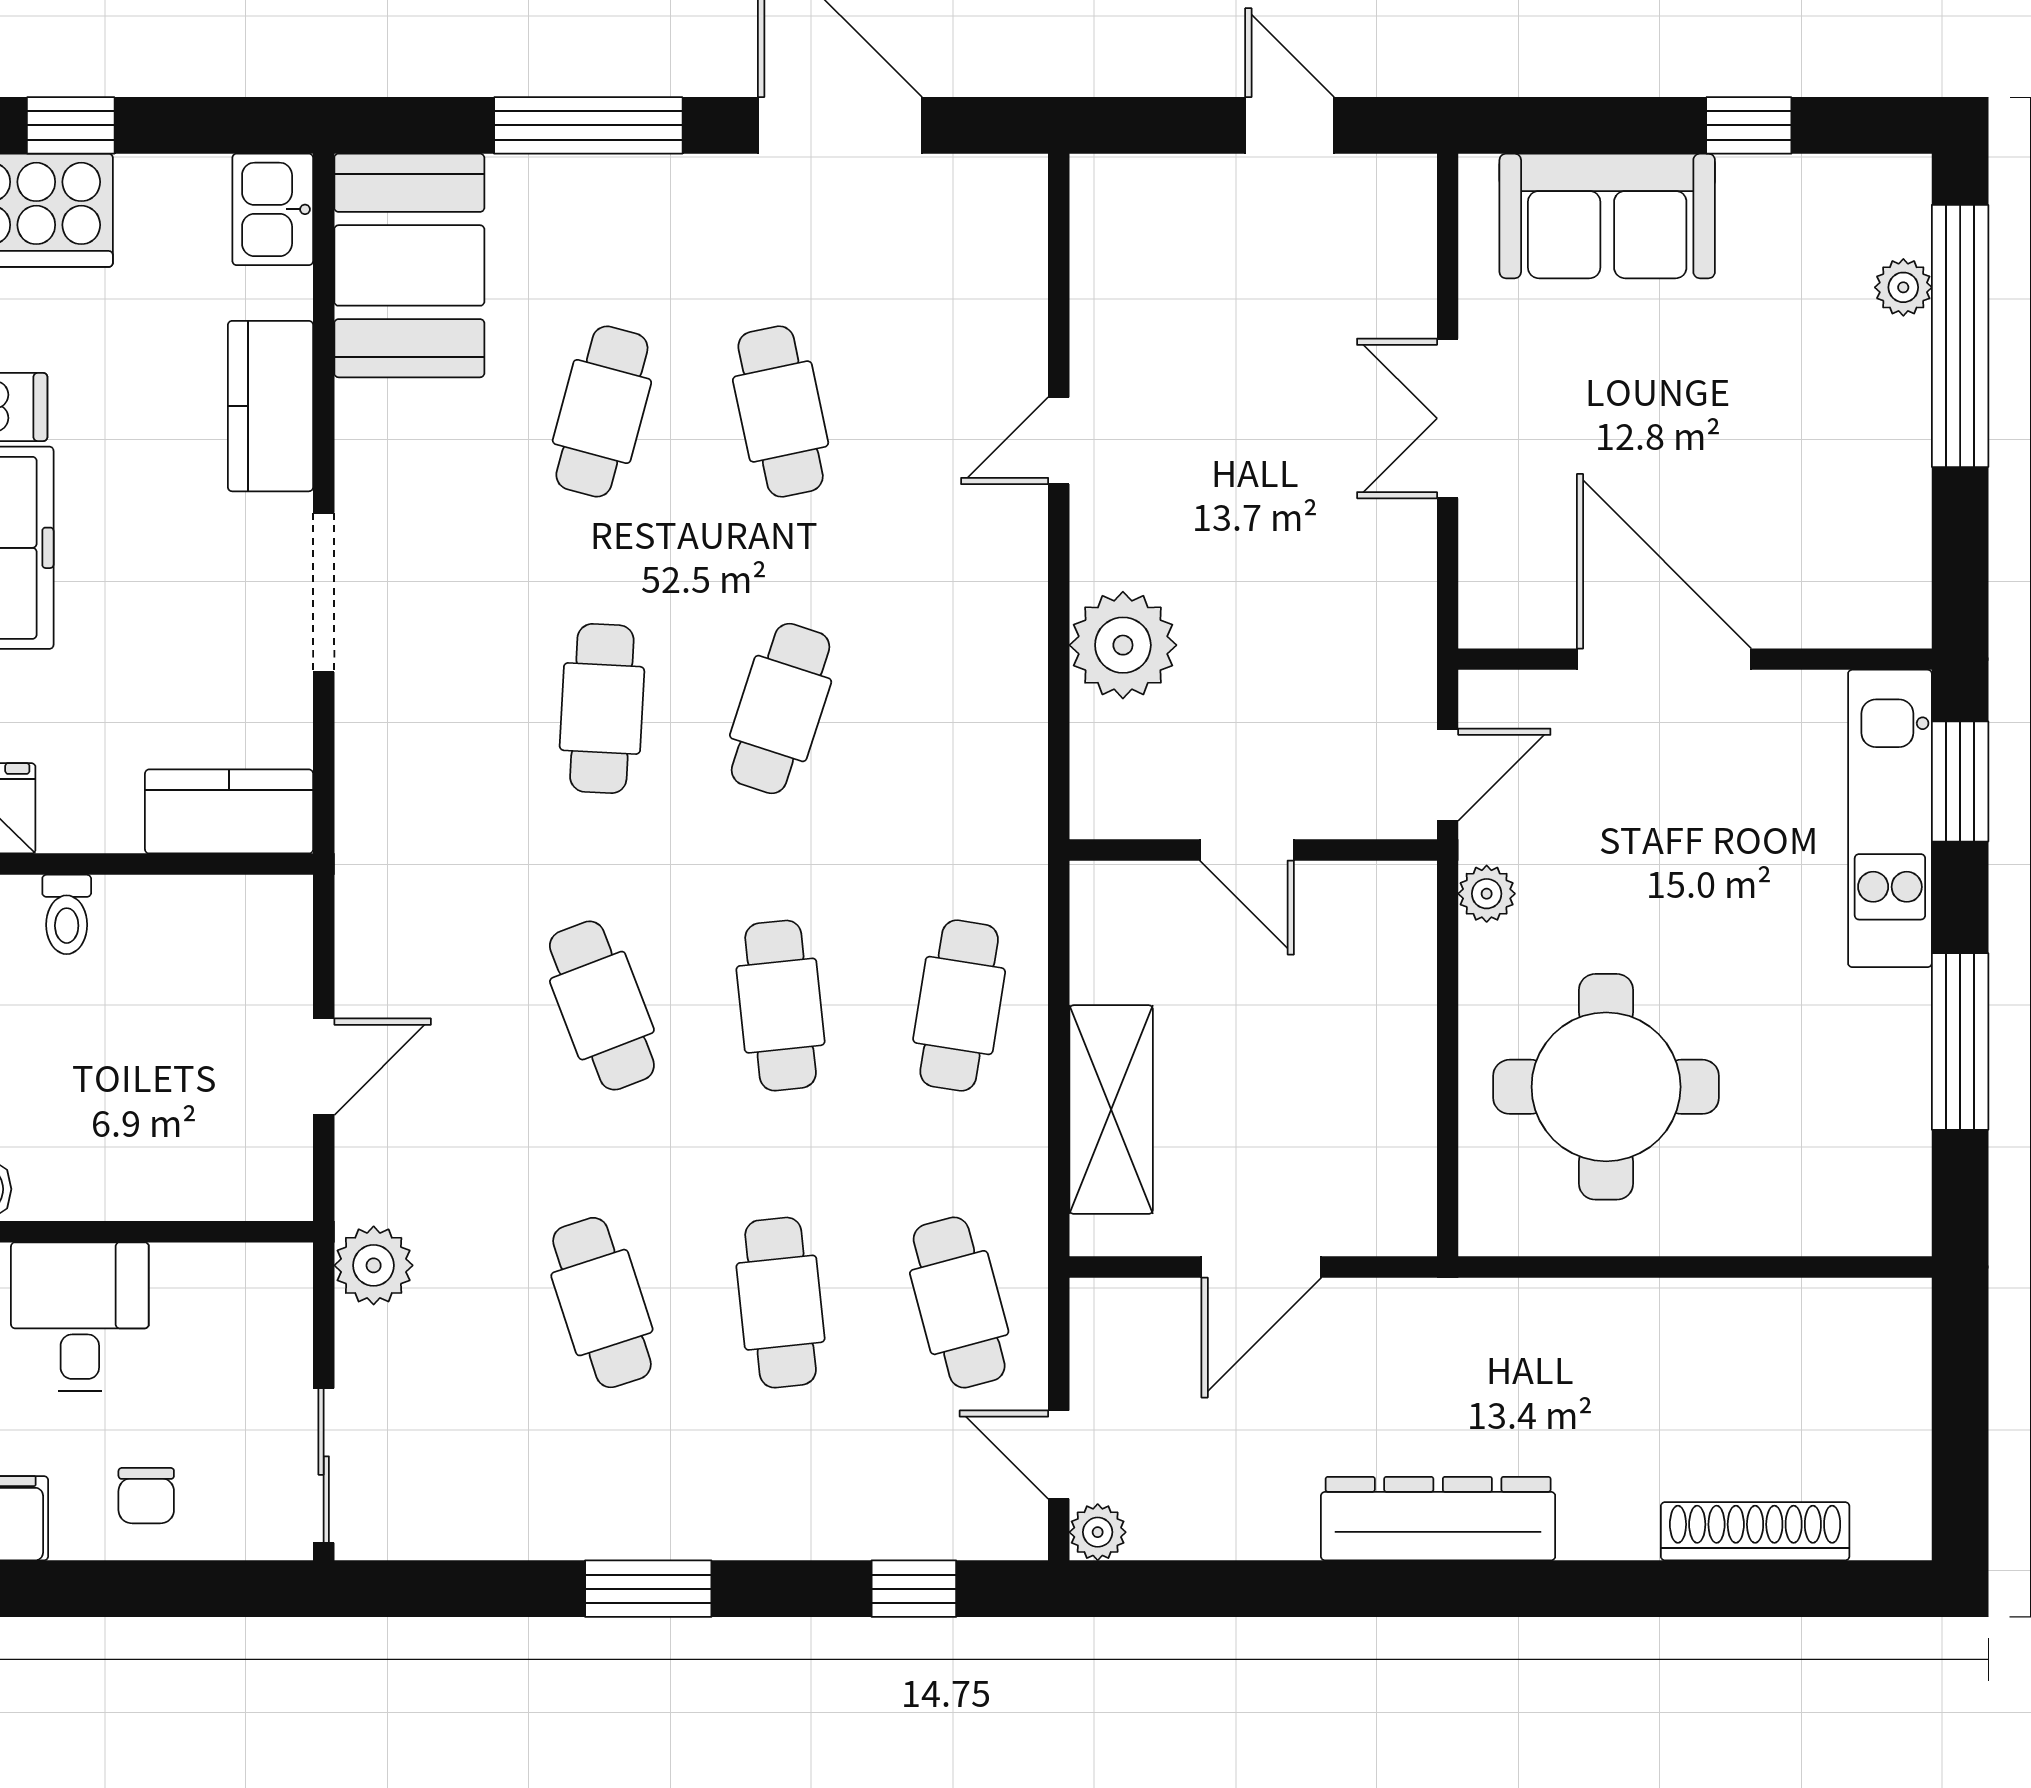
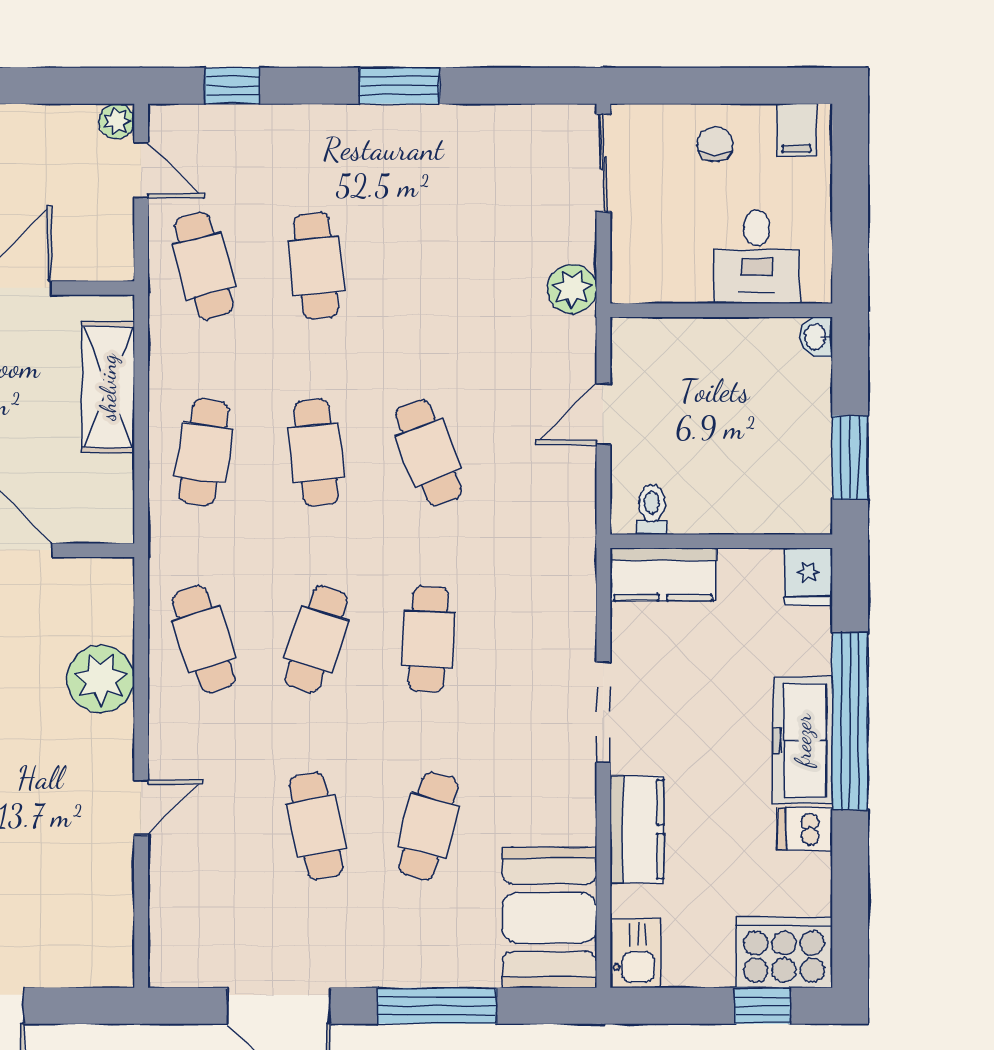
toilet: (67, 914) -> (652, 510), moved
cafe table: (602, 1303) -> (204, 639), moved

